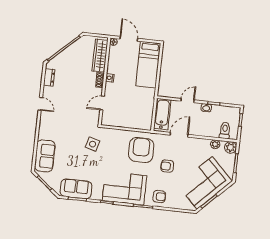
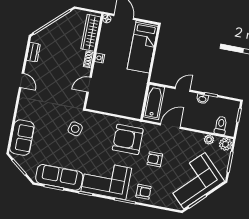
armchair: (141, 150) -> (128, 139), turned -90
sofa: (76, 189) -> (59, 177), width x1.36

